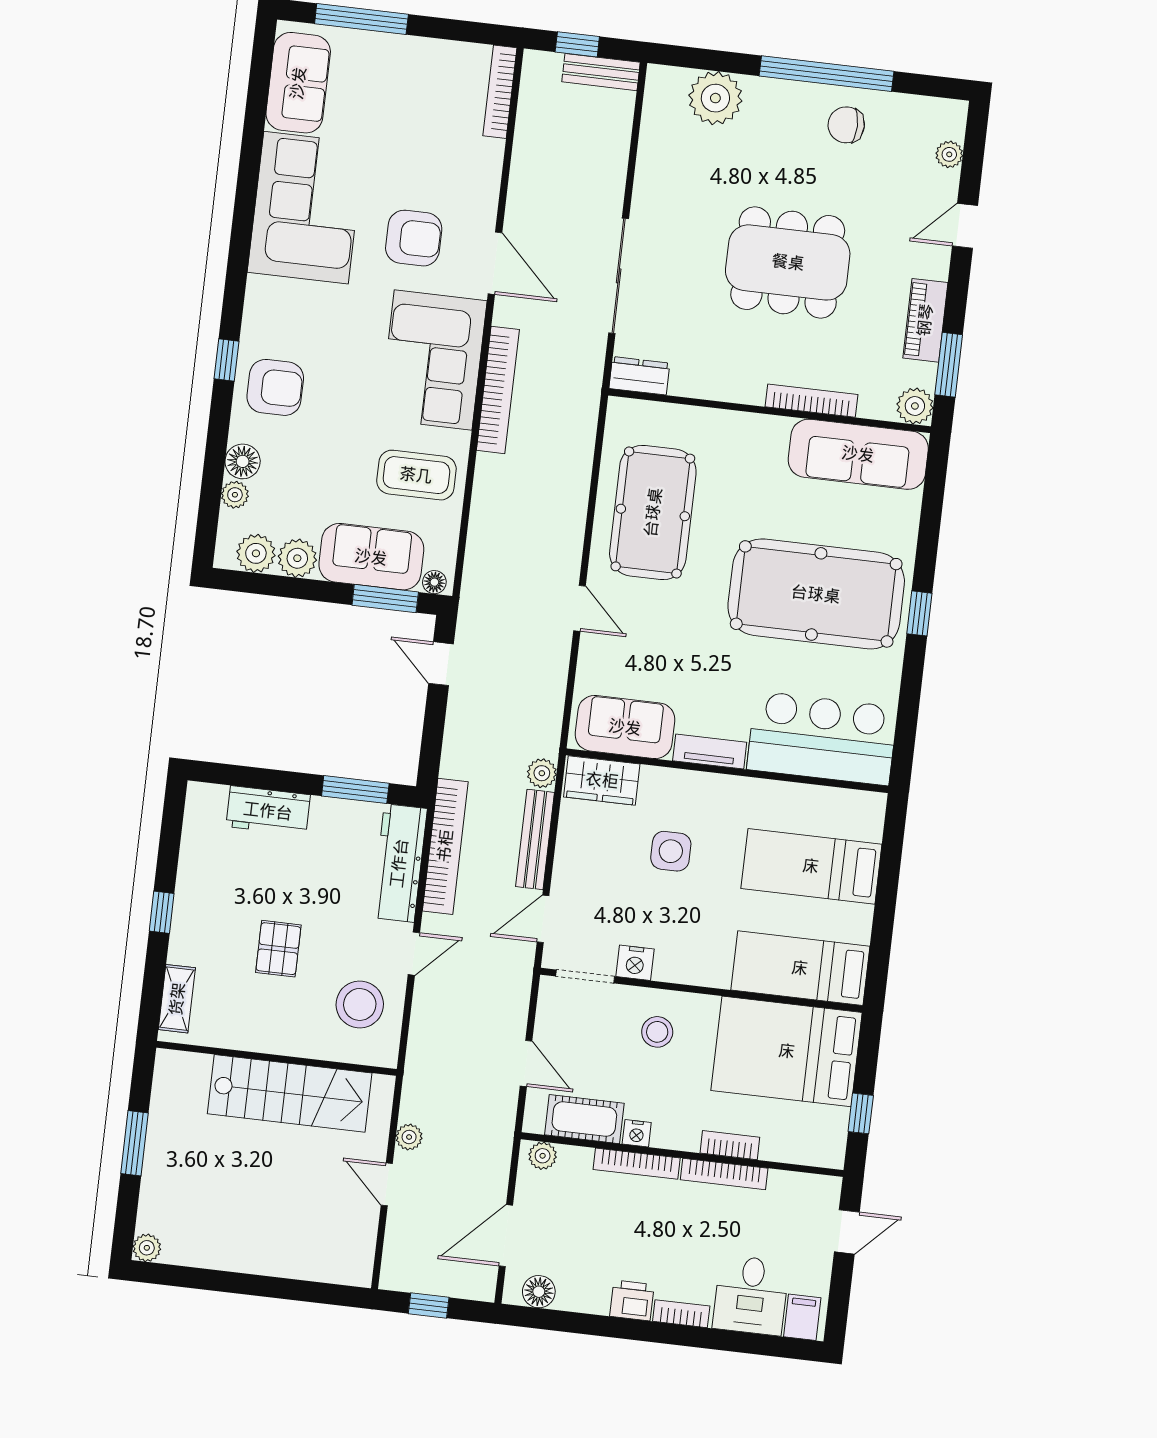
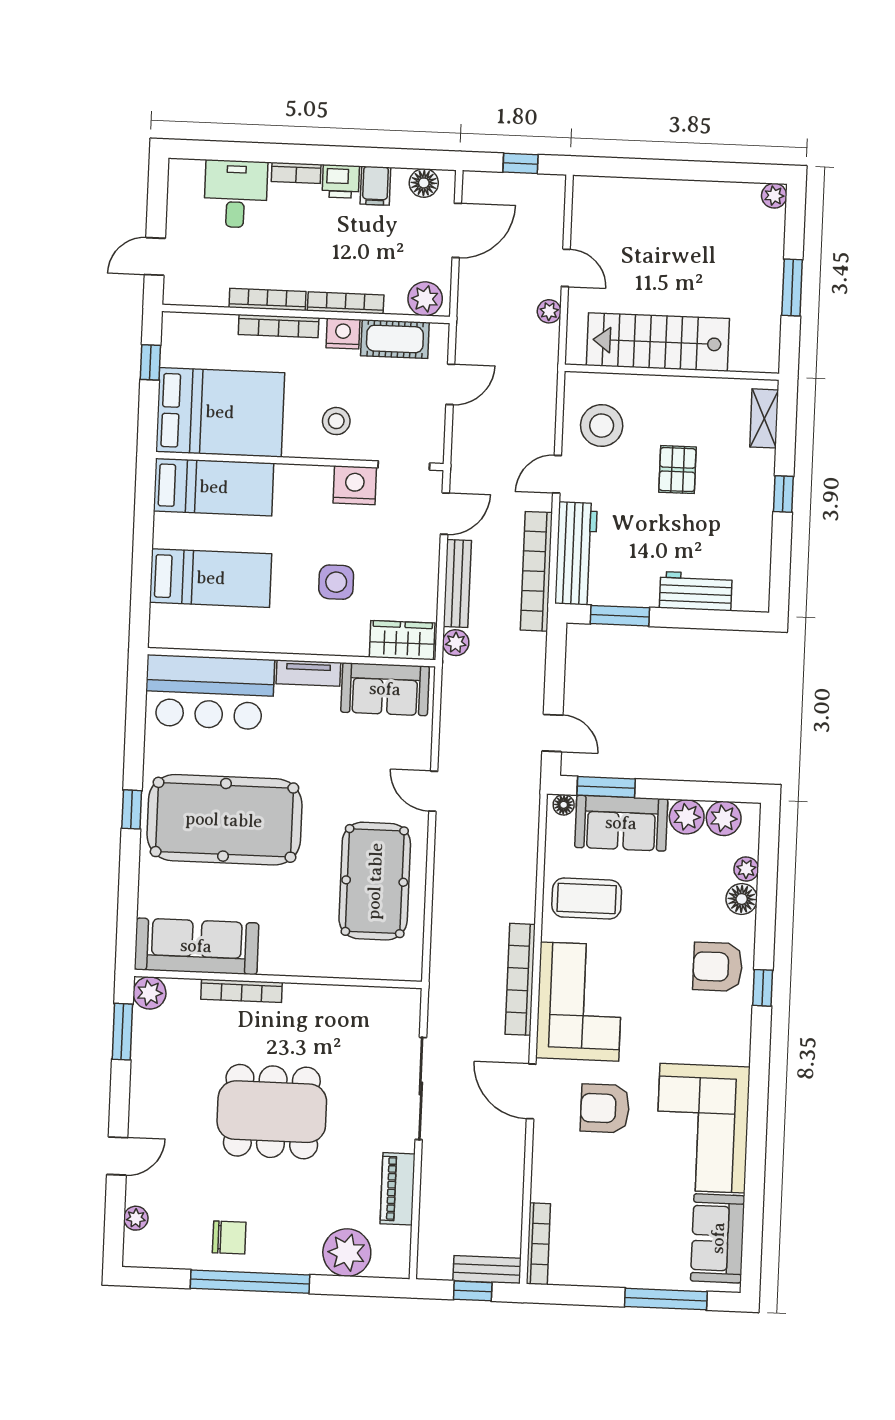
bench: (601, 72) -> (487, 1270), moved
piano: (925, 320) -> (398, 1189), moved, turned 180
dresser: (639, 376) -> (396, 1001), removed
nightstand: (635, 963) -> (355, 485), width x1.36, depth x1.33
door: (526, 1063) -> (450, 384), swing flipped
nightstand: (637, 1133) -> (343, 334), width x1.39, depth x1.35
bookcase: (730, 1145) -> (279, 326), width x1.56
plant: (543, 1156) -> (425, 299), width x1.38, depth x1.38
filing cabinet: (802, 1317) -> (375, 186), moved

